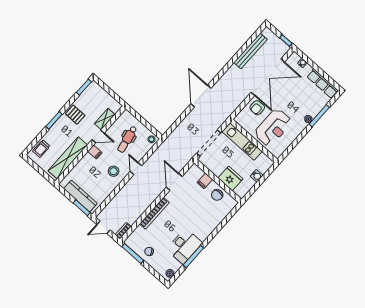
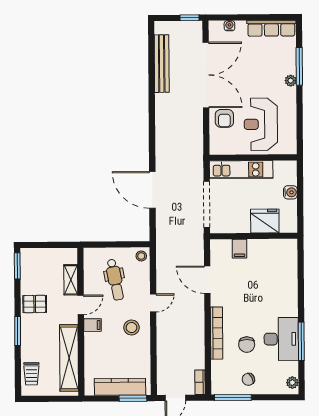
door: (201, 96) -> (152, 190), moved
reception desk: (273, 127) -> (261, 124), turned 180
door: (136, 169) -> (153, 303), swing flipped
chair: (217, 195) -> (247, 345), moved

